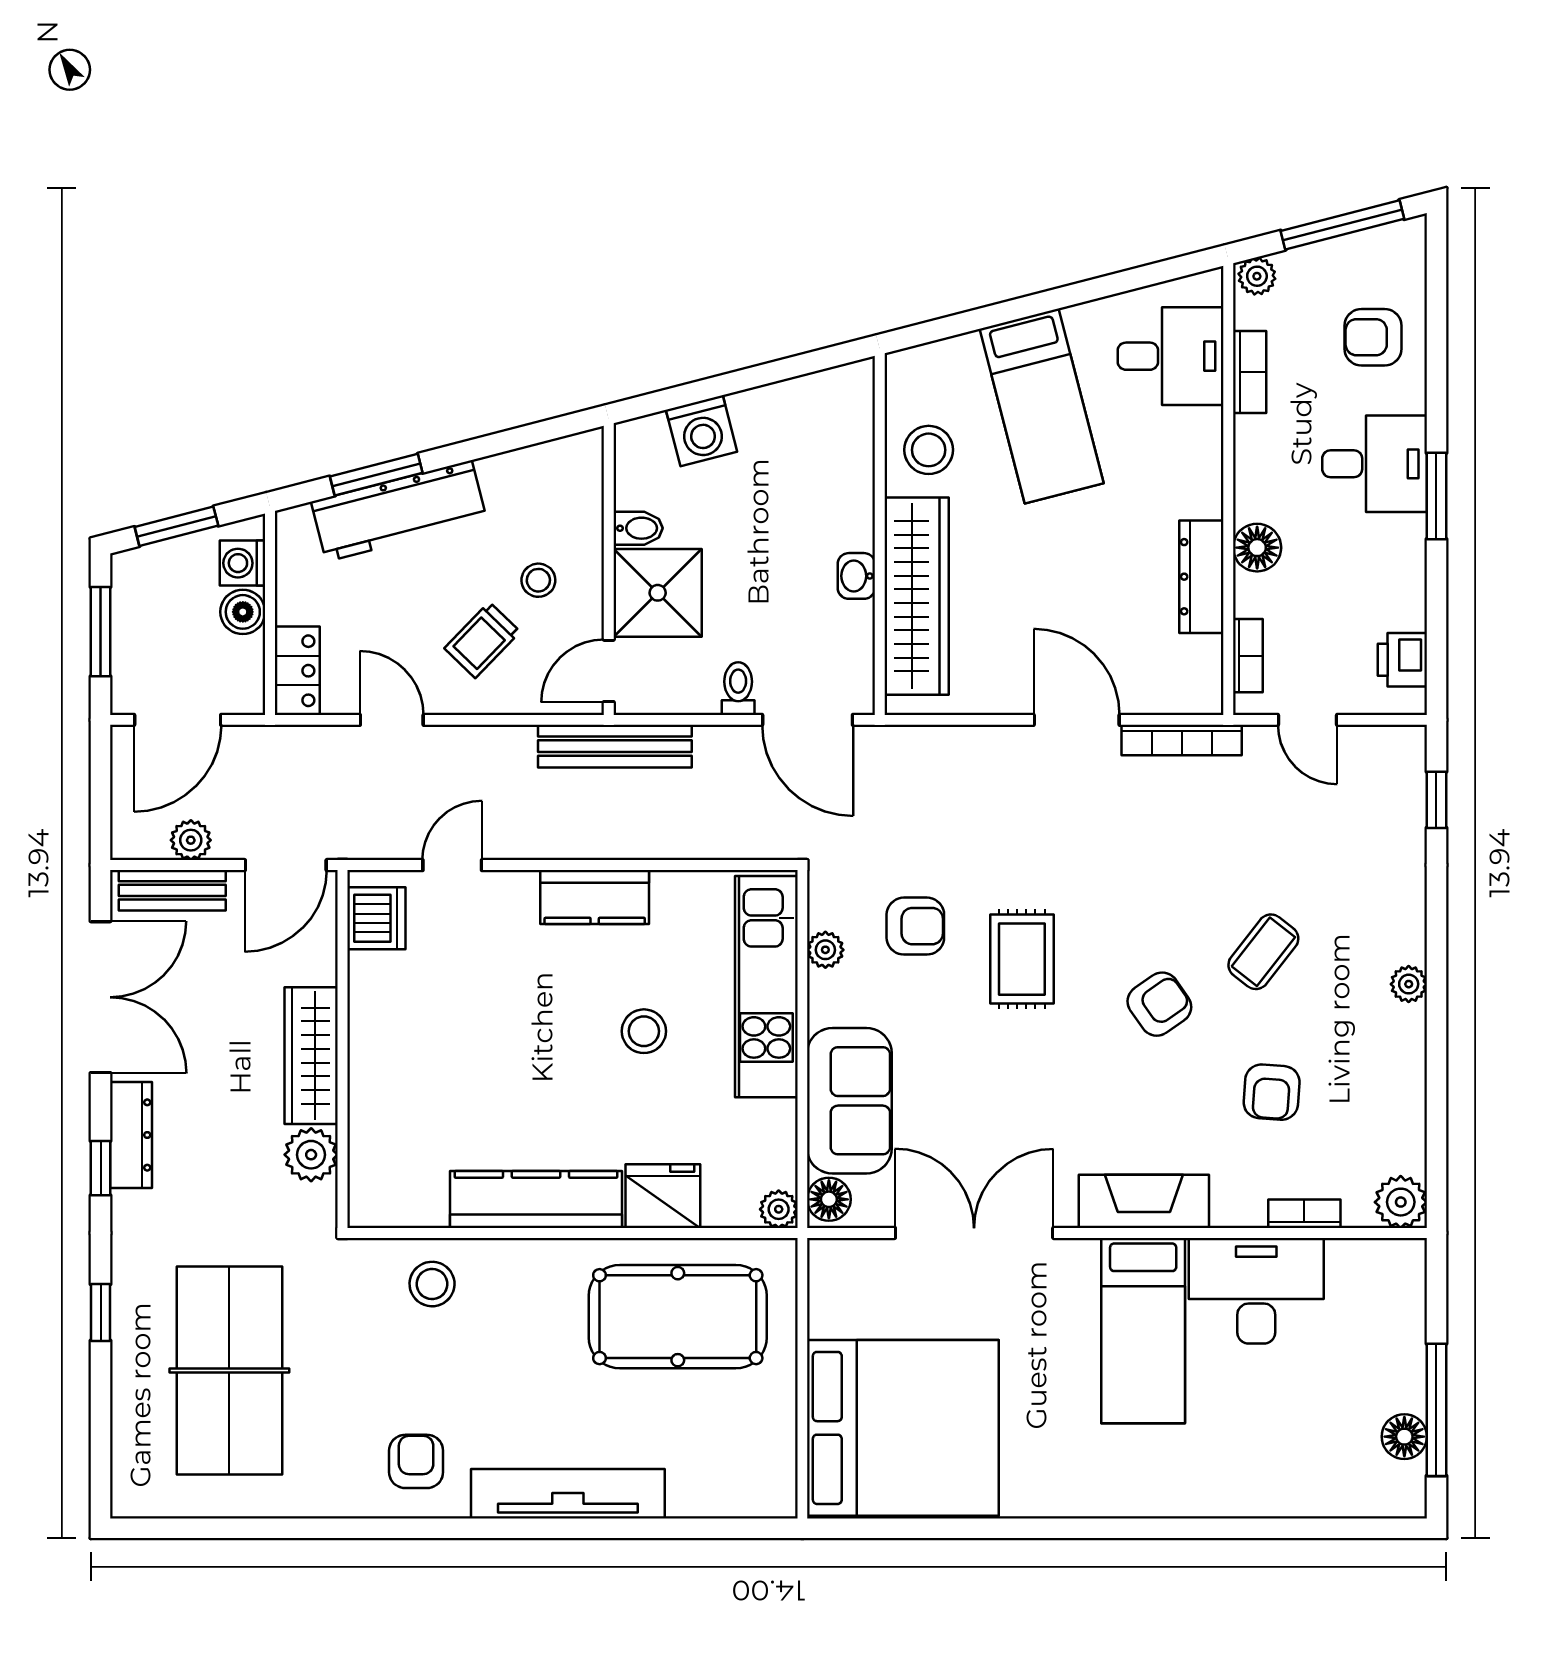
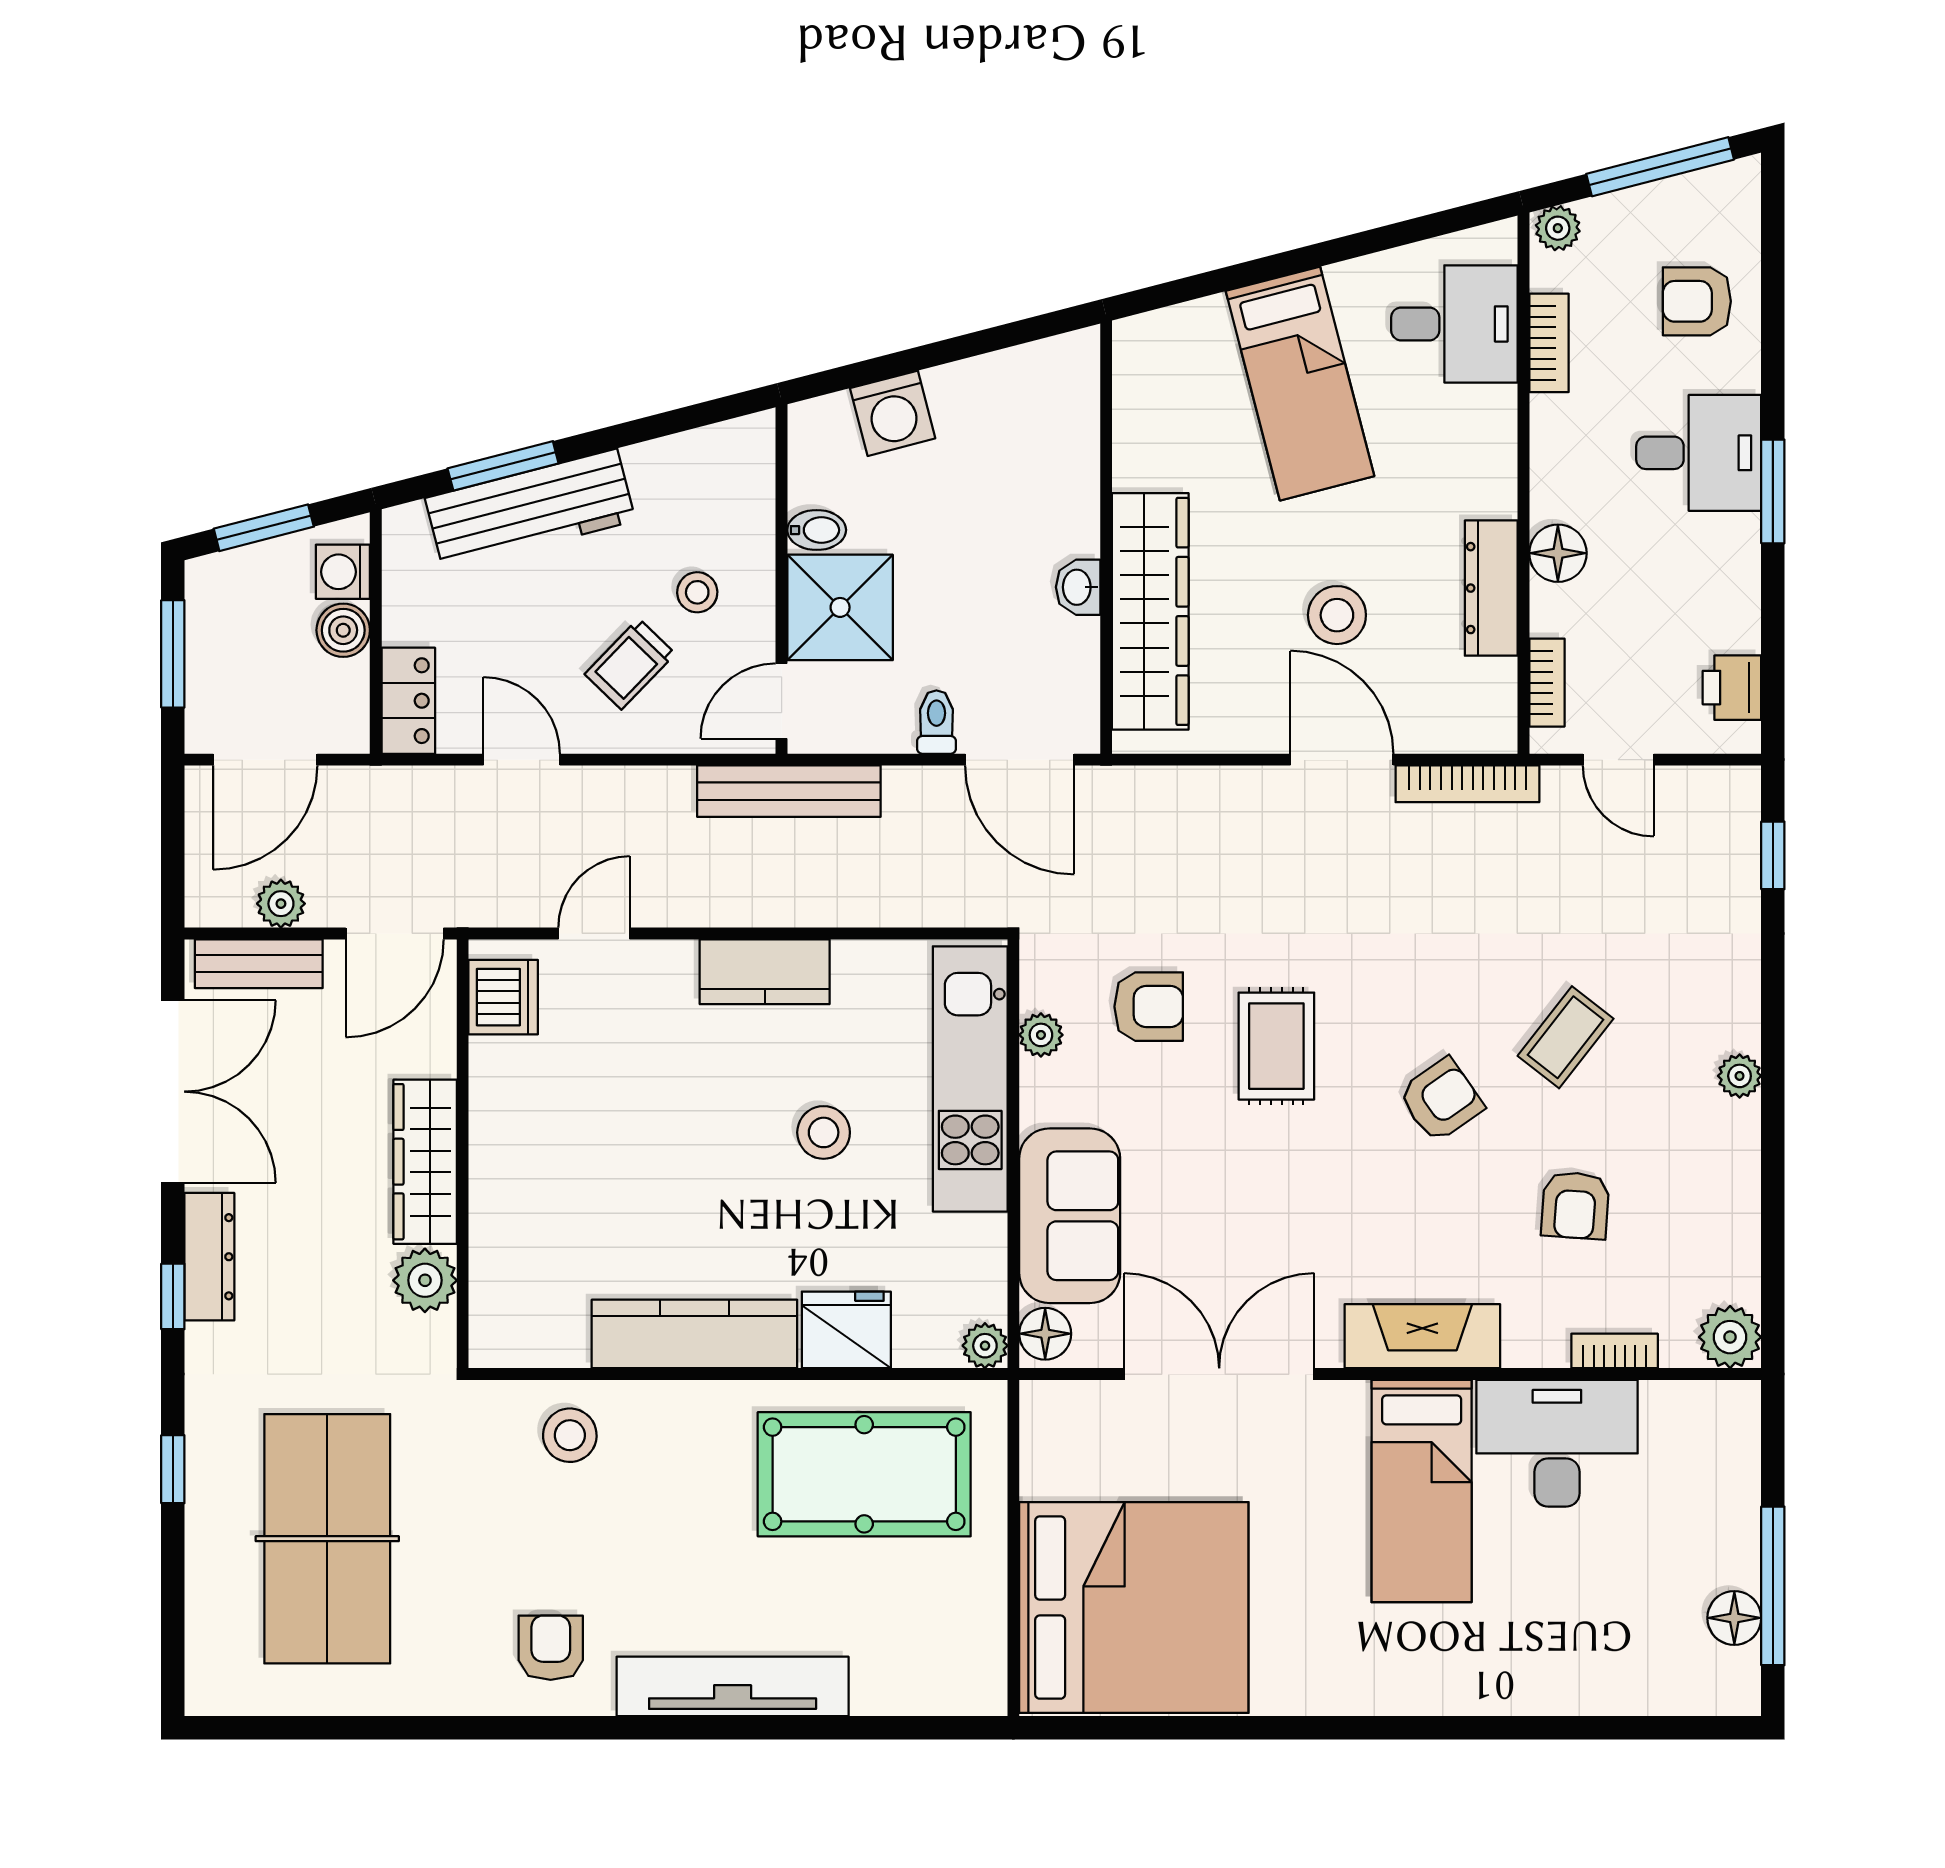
stool: (929, 450) -> (1337, 615), moved

